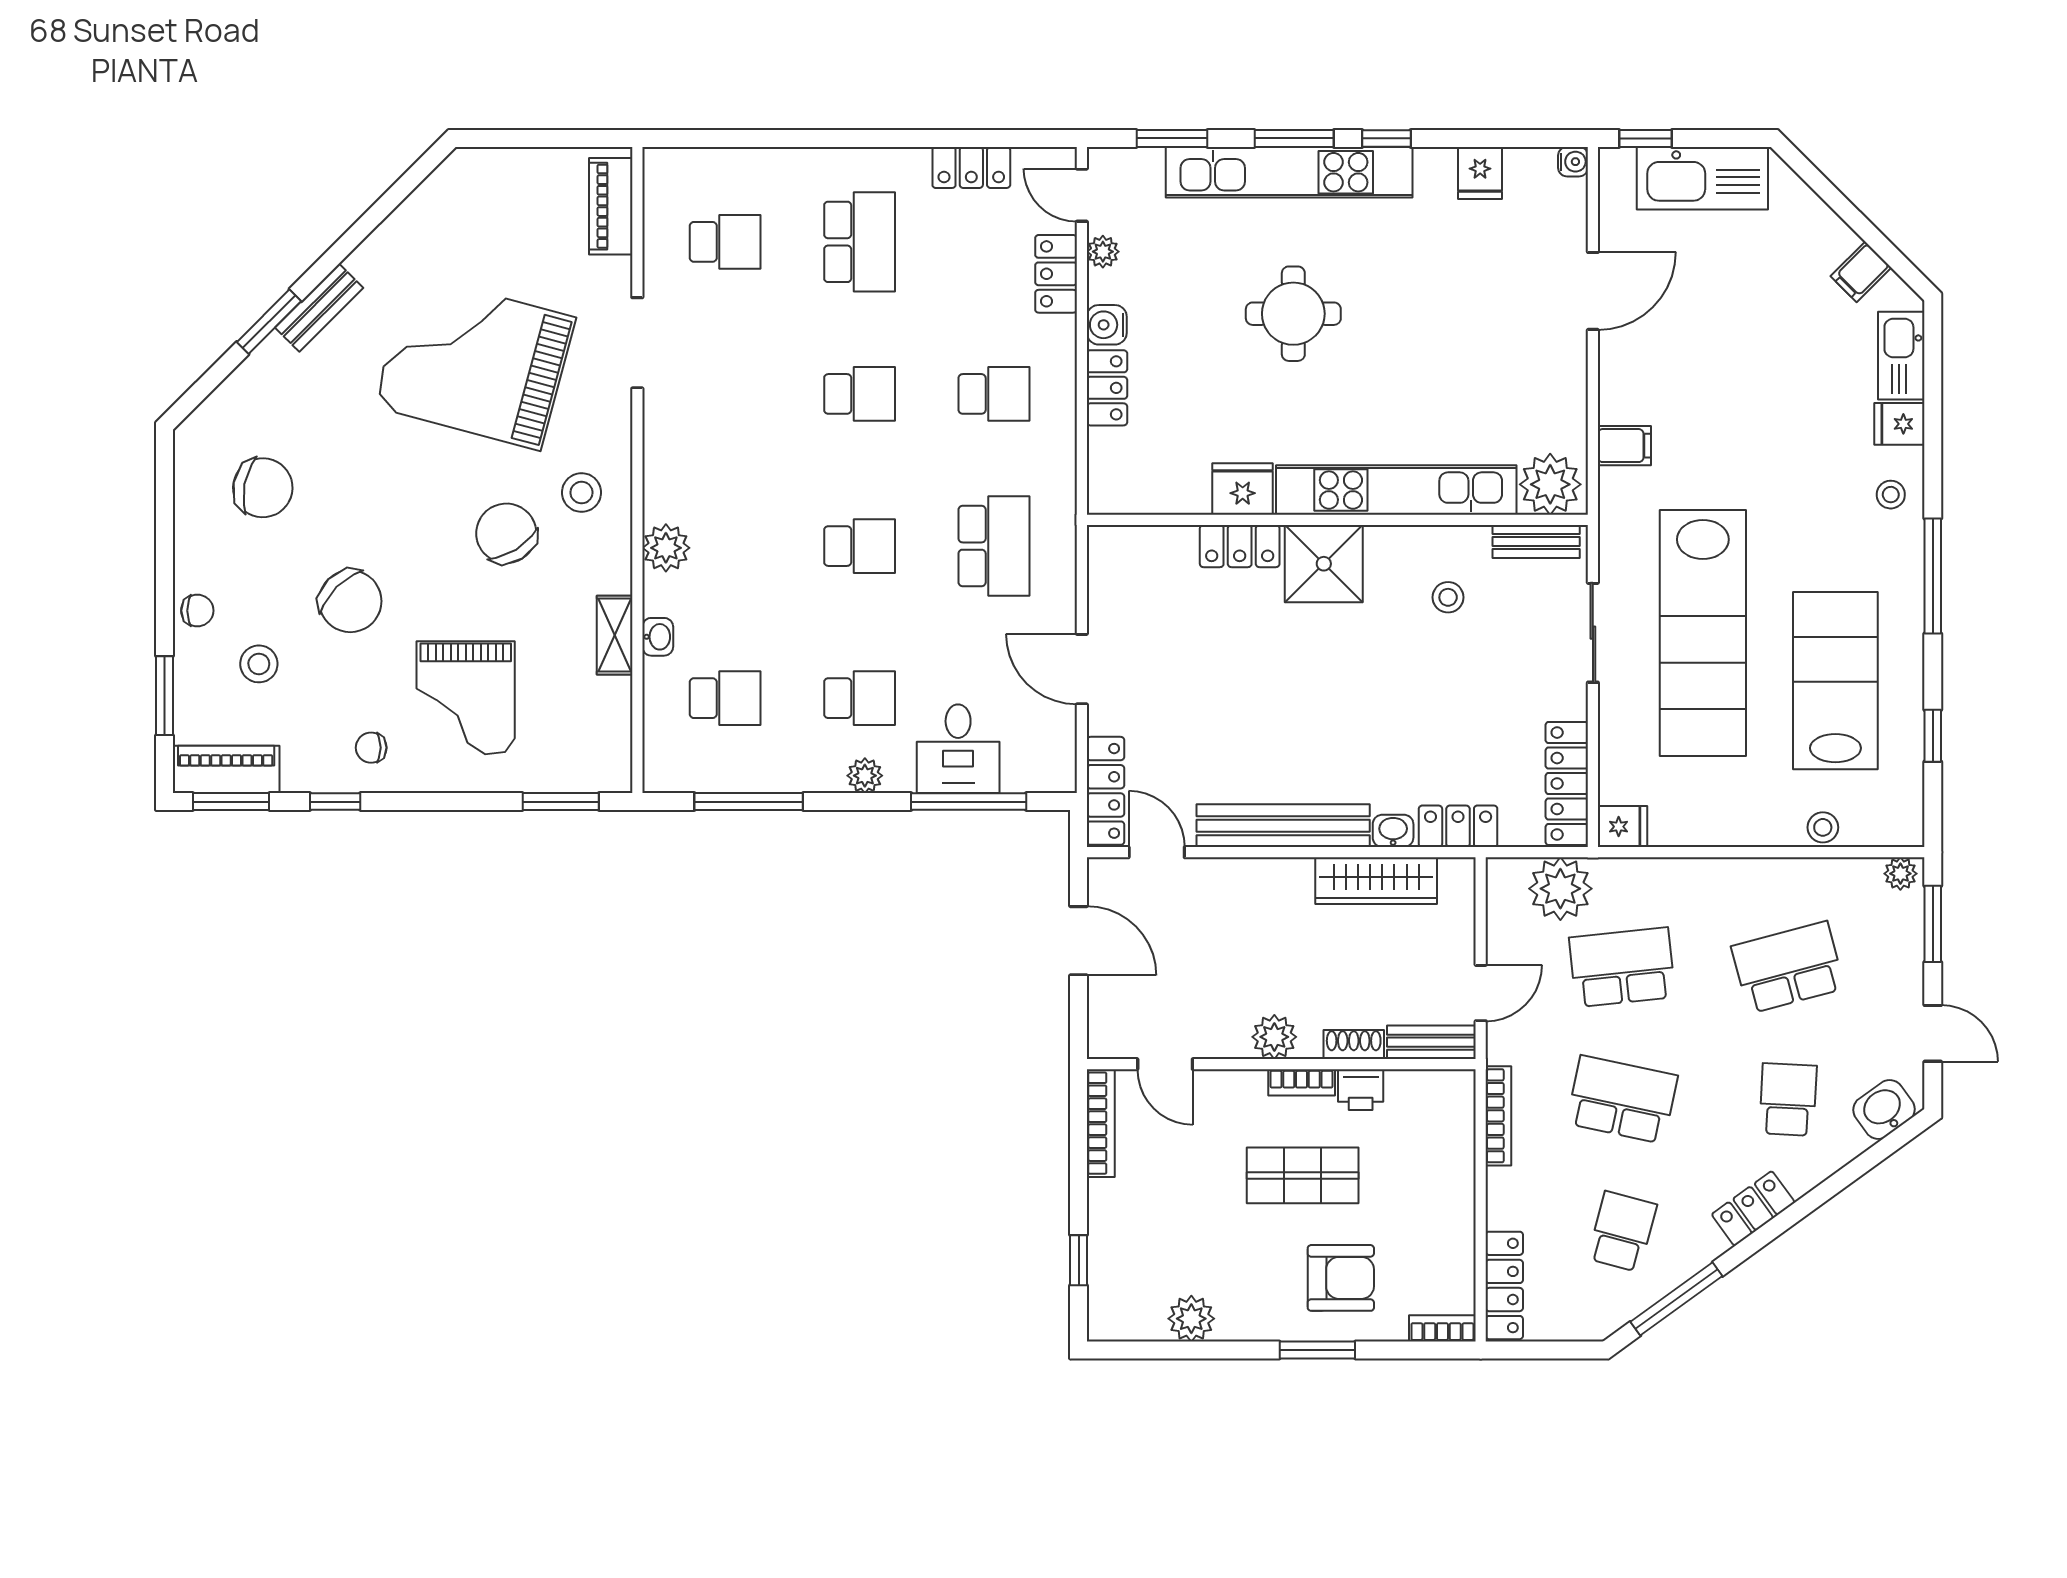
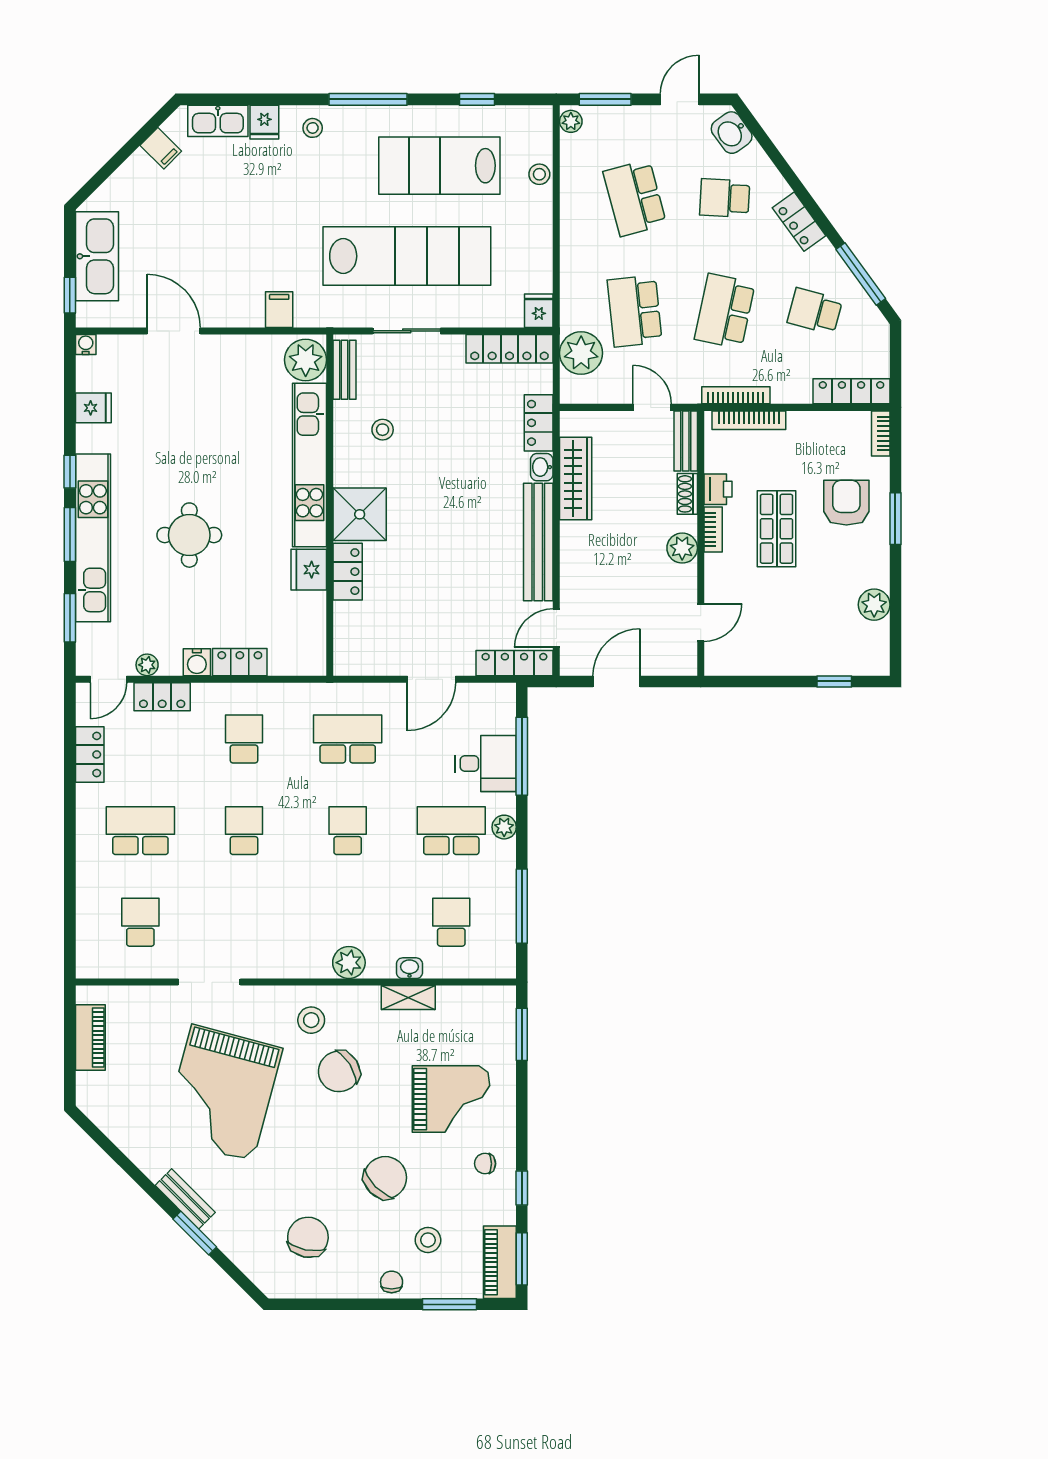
piano: (611, 206) -> (90, 1037), moved, turned -90
school desk: (860, 698) -> (451, 831), width x1.85
chair: (371, 748) -> (485, 1164), turned 90
bookcase: (1101, 1123) -> (749, 420), moved, turned 180

